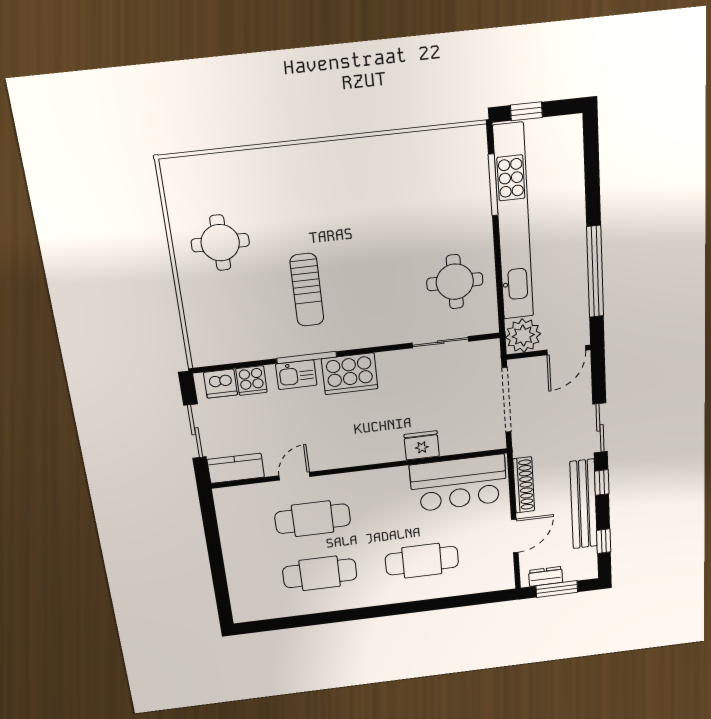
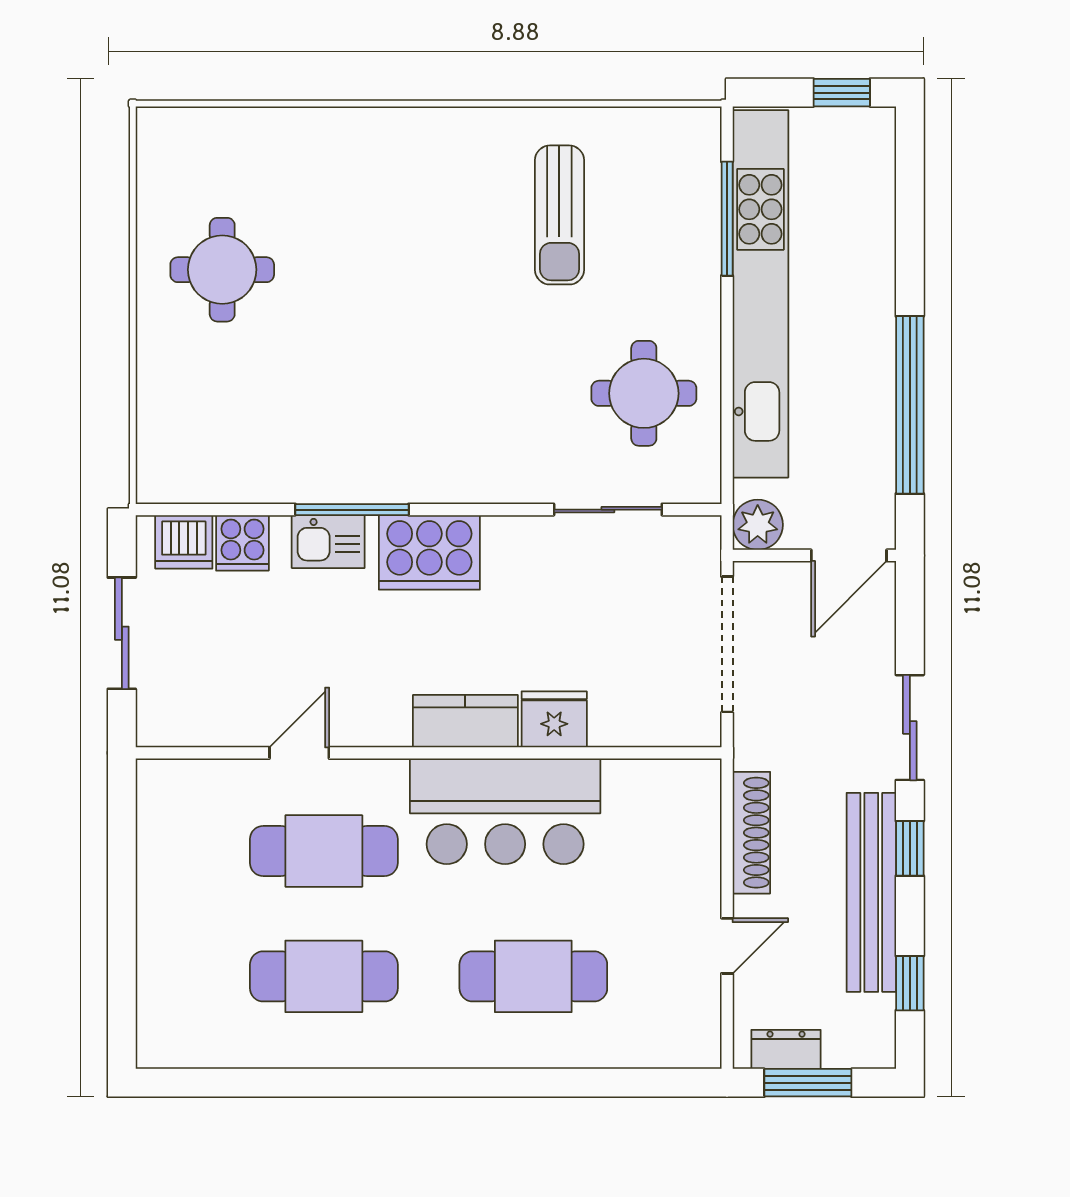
window: (526, 111) -> (842, 93), moved
sun lounger: (307, 290) -> (559, 215), moved
plant: (523, 336) -> (758, 525), width x0.73, depth x0.73
kitchen counter: (236, 468) -> (465, 721), moved
bar counter: (459, 483) -> (505, 811), moved
door: (515, 536) -> (727, 946), width x0.73

